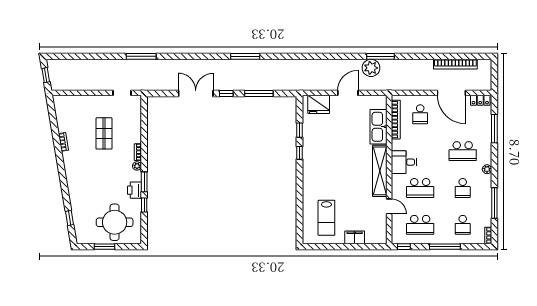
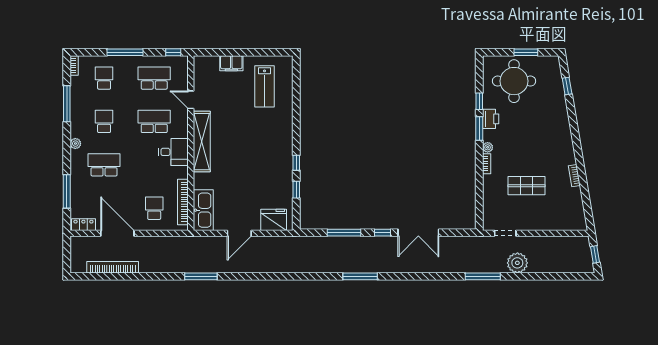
plant: (371, 68) -> (517, 263), moved
kitchen sink: (378, 127) -> (203, 210), moved
shop shelf: (104, 133) -> (526, 186), turned 90
lab bench: (326, 218) -> (264, 86), turned 180

